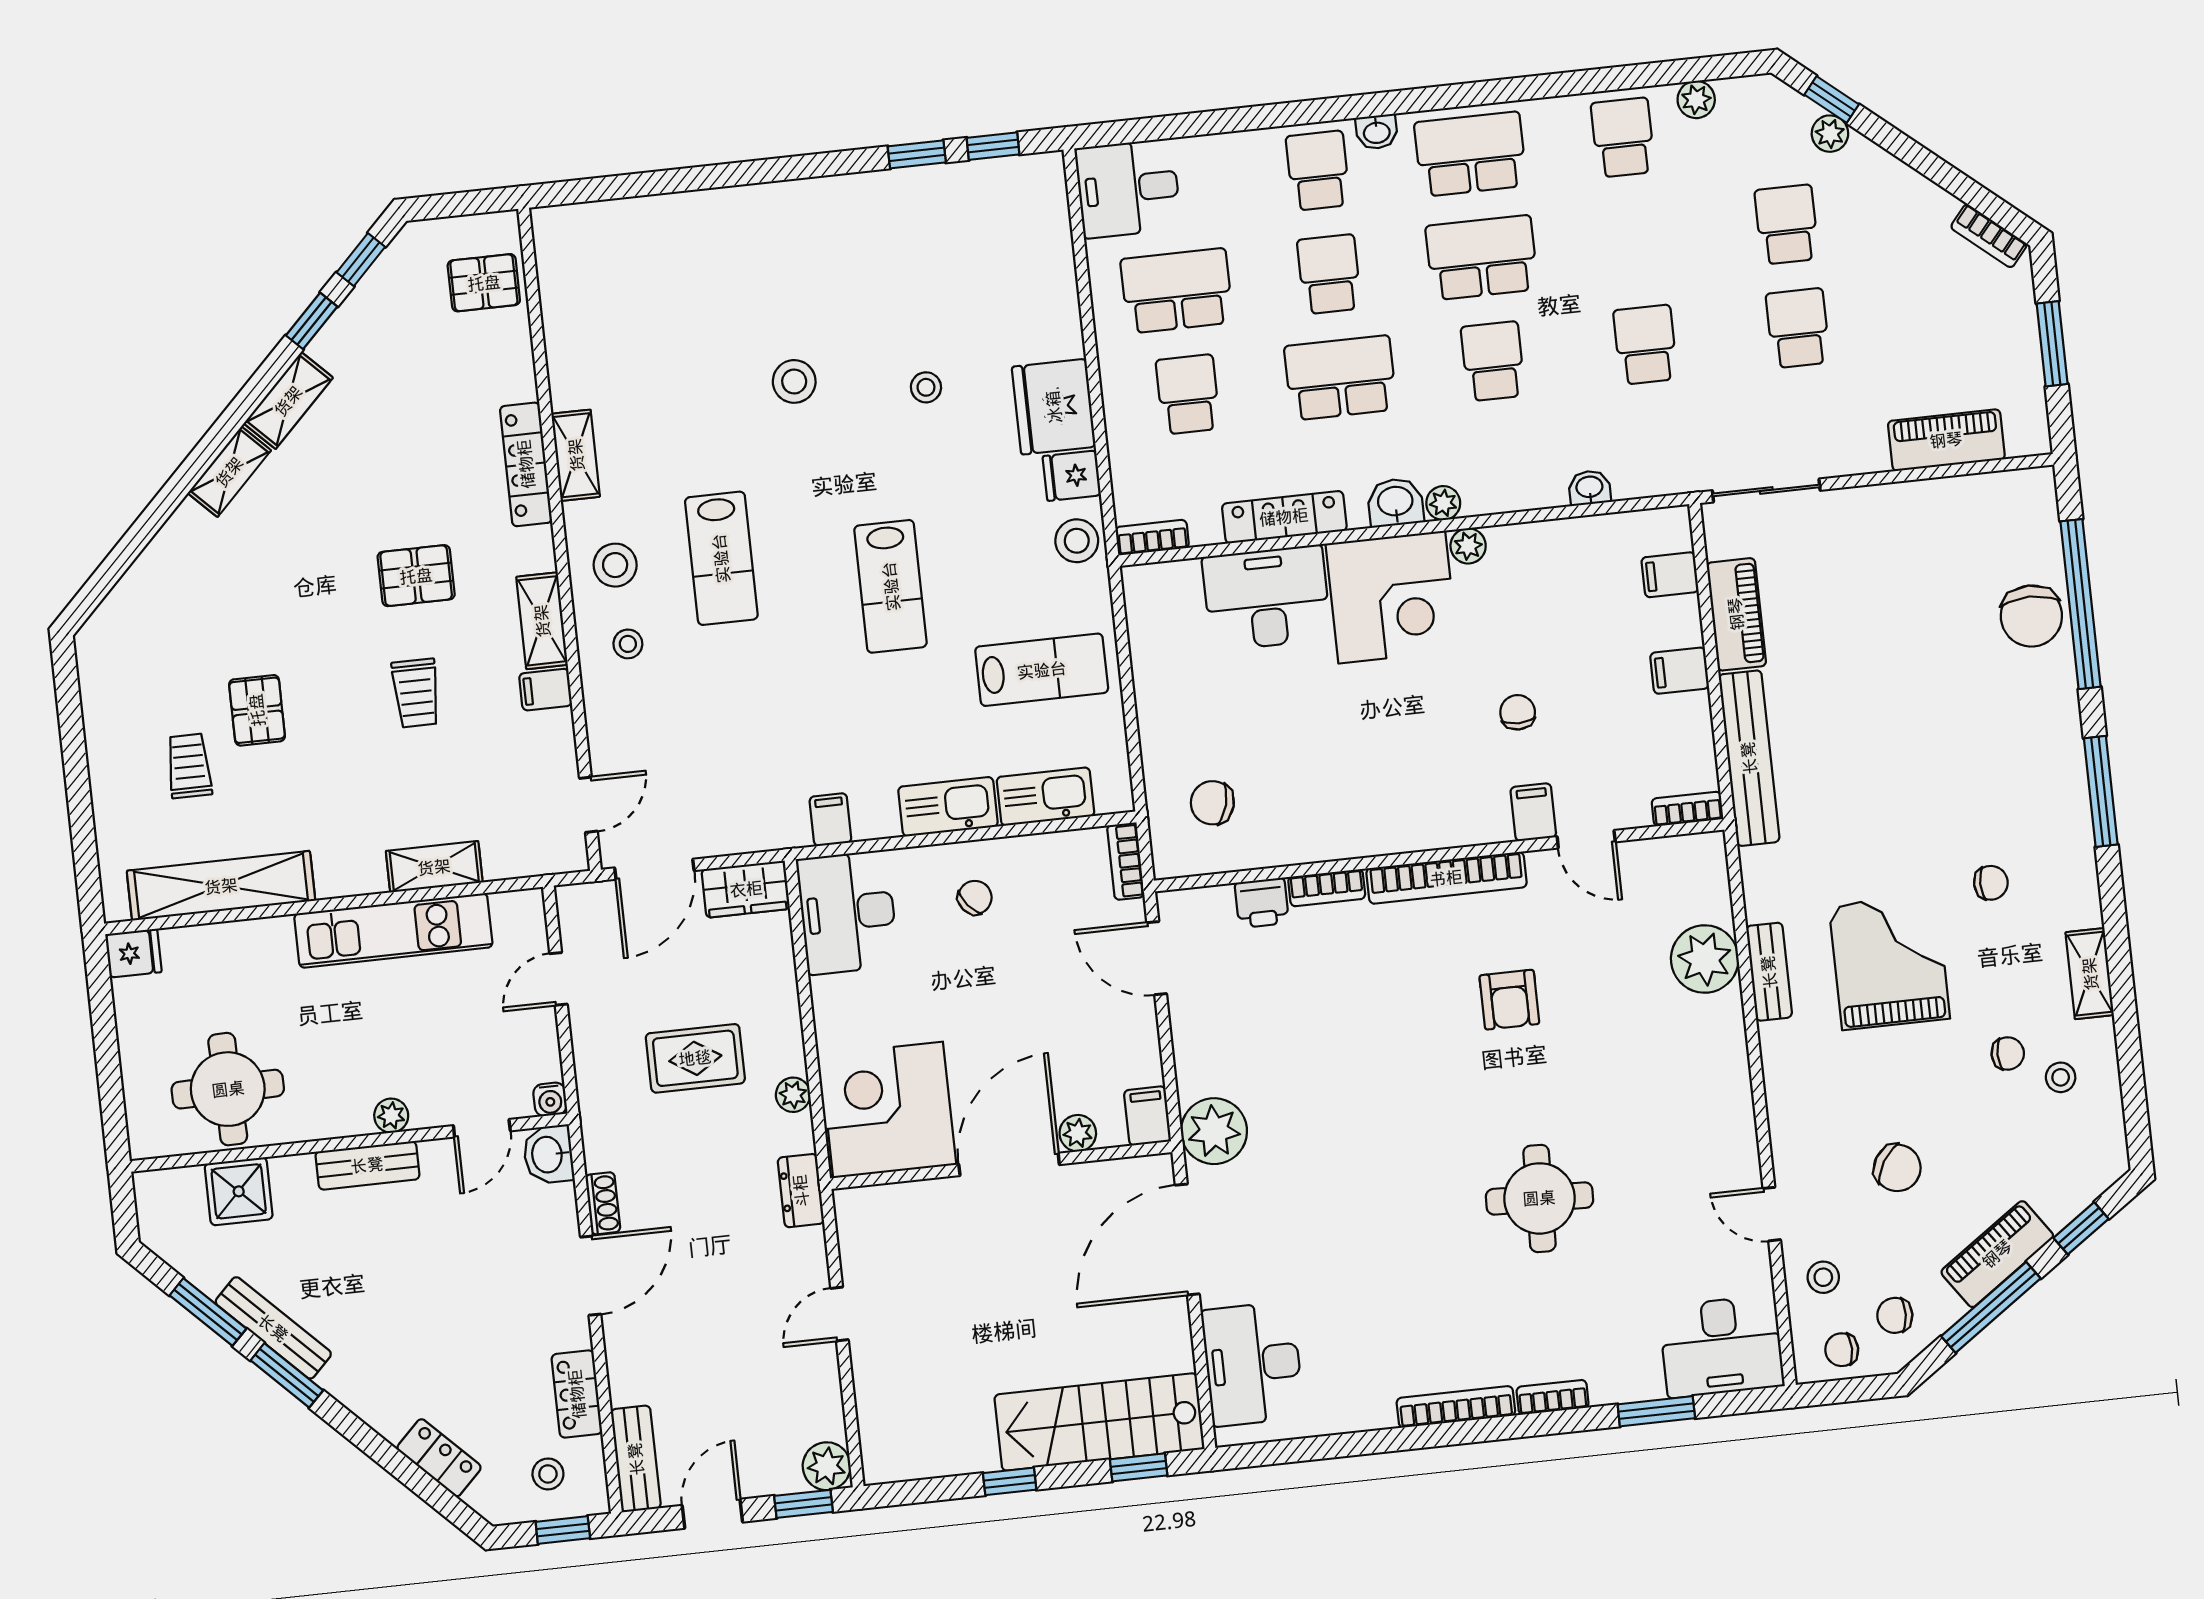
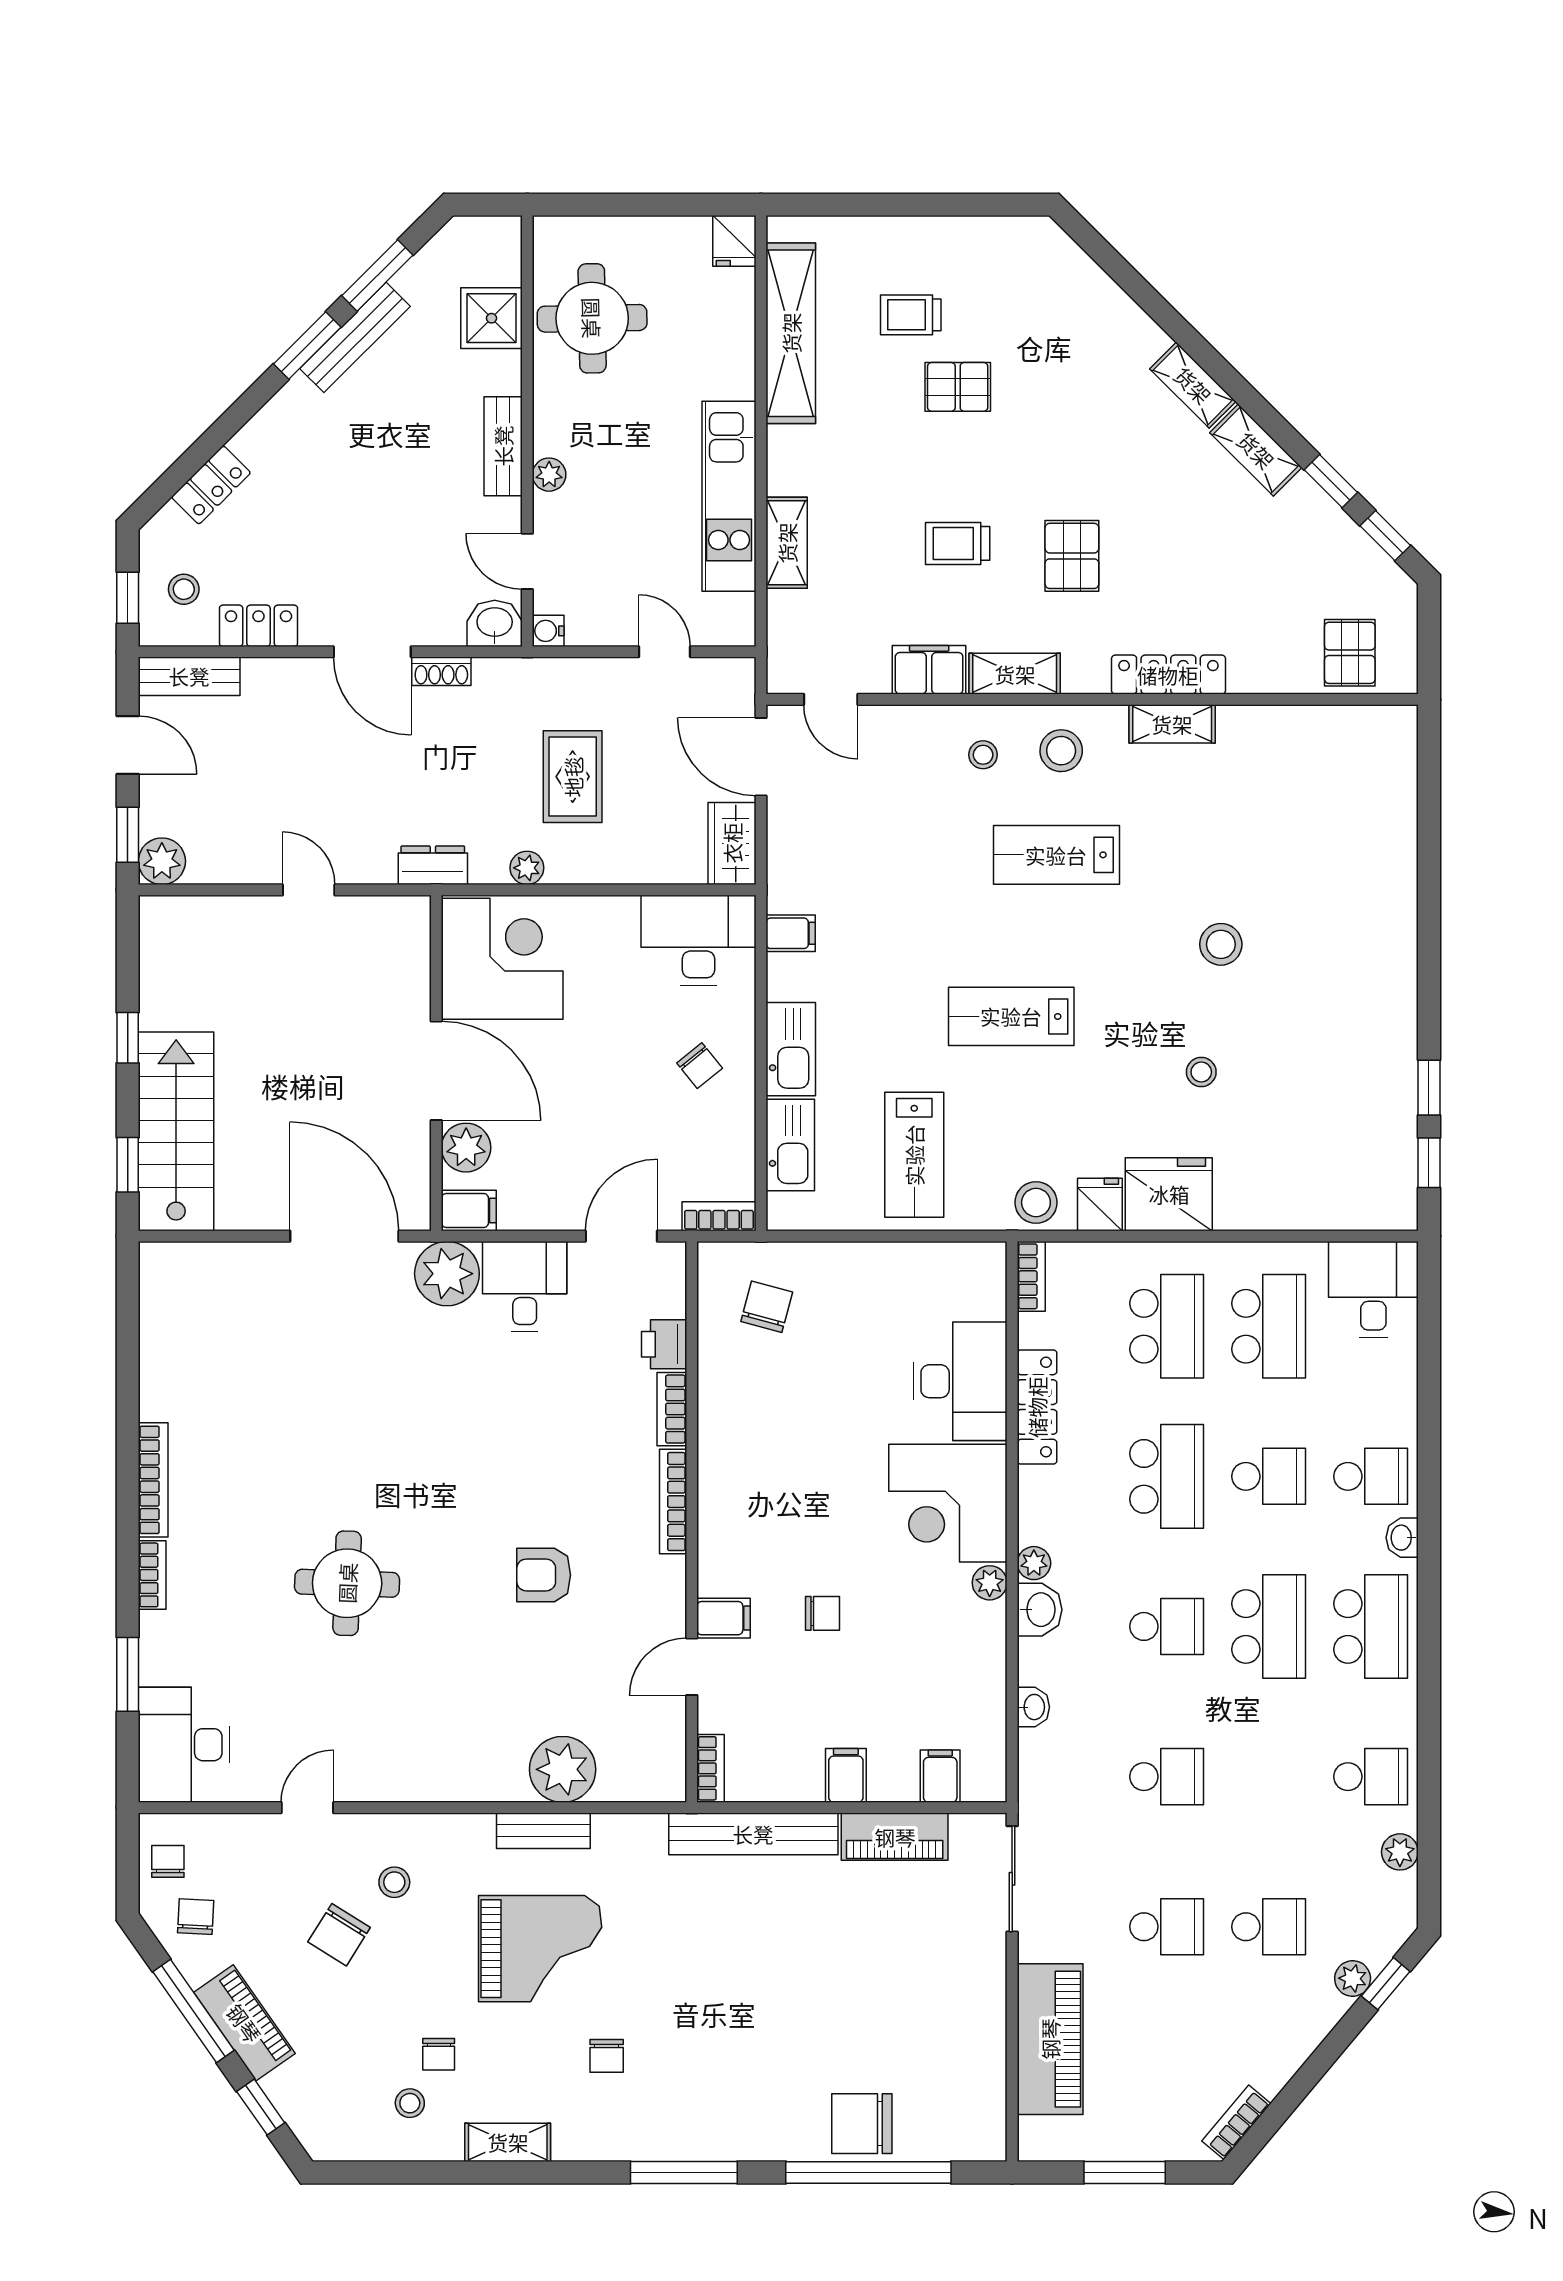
school desk: (1188, 394) -> (1167, 1326), width x1.85
piano: (1946, 440) -> (1050, 2039), width x1.37, depth x1.33
washbasin: (1395, 502) -> (1040, 1610), moved
filing cabinet: (546, 690) -> (929, 670), width x2.00
trolley: (189, 766) -> (911, 315), turned 180
bookcase: (1446, 878) -> (673, 1502), width x0.68, depth x0.76
plant: (1078, 1133) -> (466, 1148), width x1.38, depth x1.38
stool: (1823, 1277) -> (394, 1882), moved
desk: (1253, 1364) -> (525, 1287), moved, width x0.73

